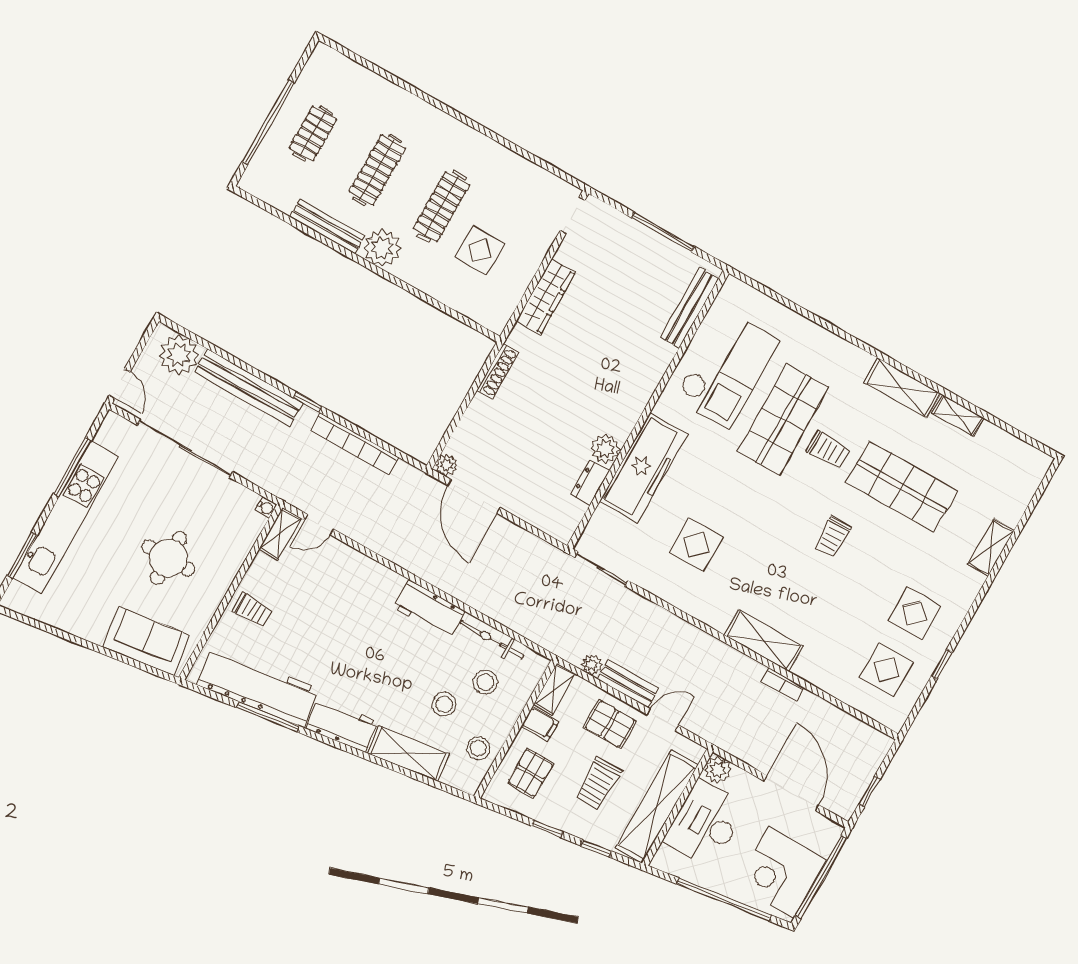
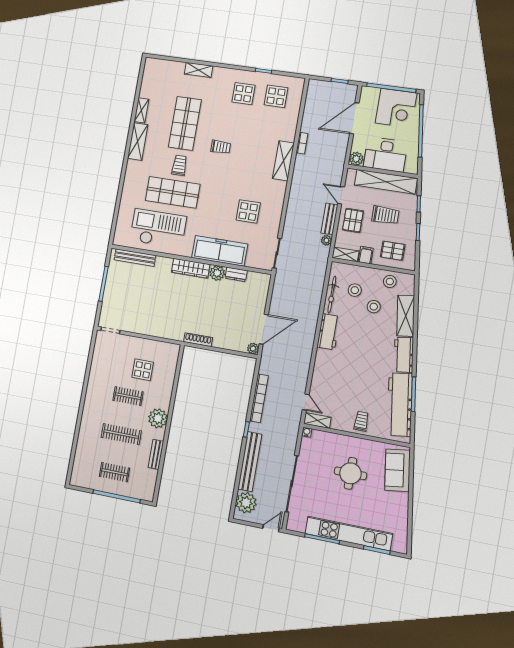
clothes rail: (441, 207) -> (128, 396), width x0.73
bench: (328, 226) -> (156, 454), width x0.73
wardrobe: (546, 297) -> (191, 268), moved, turned 180

